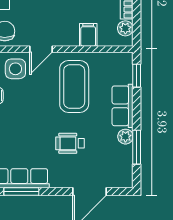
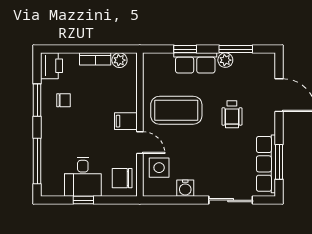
filing cabinet: (88, 35) -> (126, 121), moved
window: (137, 76) -> (185, 49), moved

